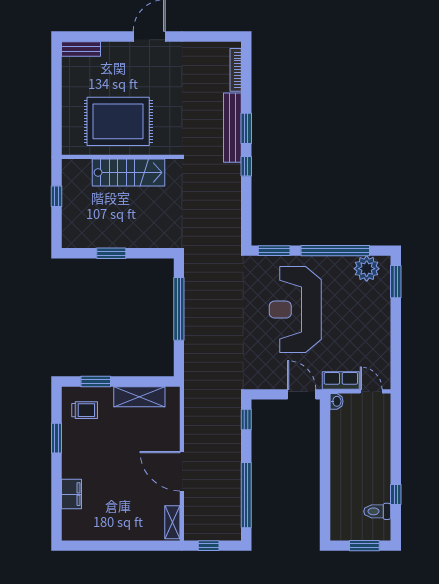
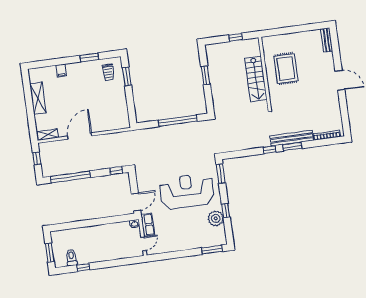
rug: (118, 121) -> (286, 68), width x0.73, depth x0.69
window: (335, 251) -> (226, 211), width x0.32
plant: (367, 269) -> (216, 218), moved
shelving: (139, 397) -> (38, 98), moved
filing cabinet: (72, 494) -> (61, 71), width x0.50

